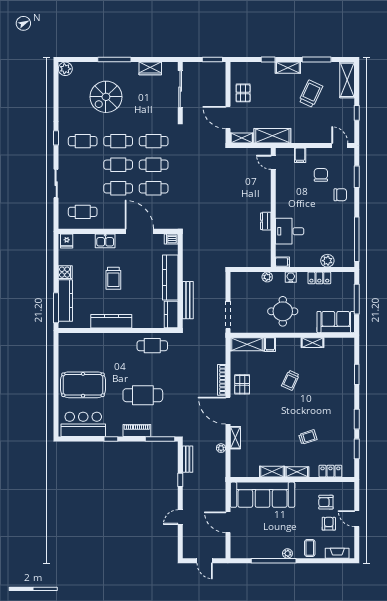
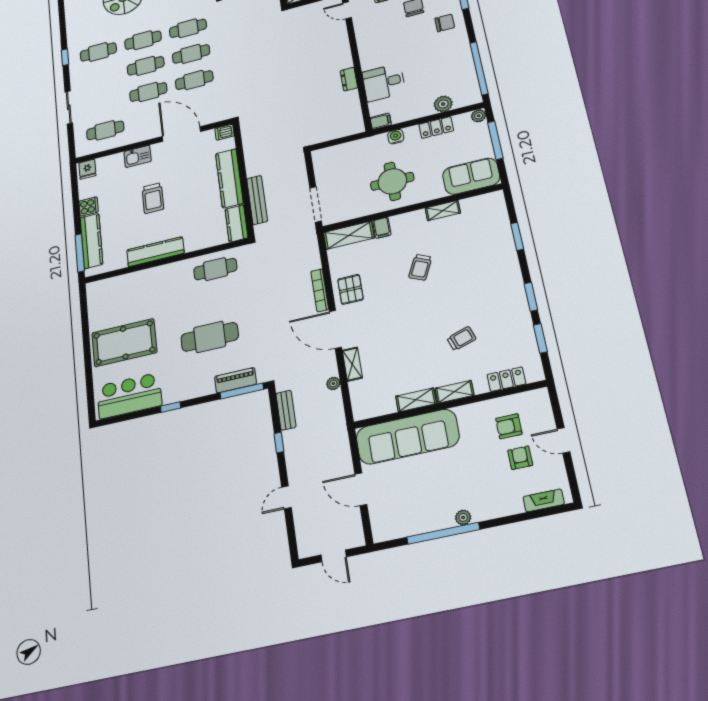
plant: (267, 277) -> (479, 116), moved
piano: (137, 430) -> (236, 380), moved
coffee table: (310, 548) -> (497, 502), removed

